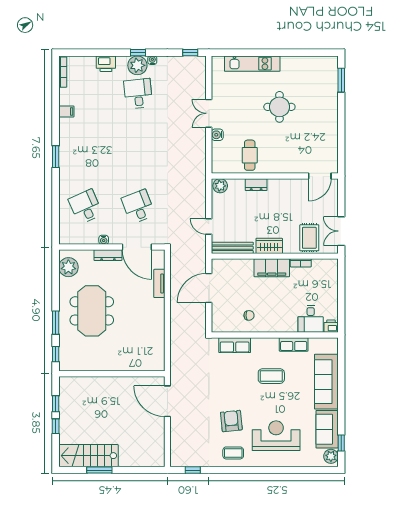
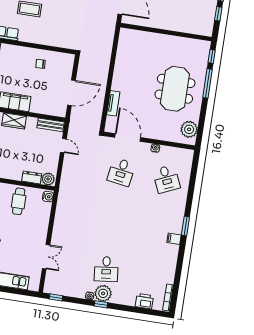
printer: (106, 64) -> (144, 301), moved
filing cabinet: (66, 111) -> (174, 239), moved
double door: (209, 113) -> (46, 257), moved
water cooler: (217, 135) -> (48, 197), moved
dresser: (256, 185) -> (32, 177), moved
desk: (138, 207) -> (121, 172), turned 30
bench: (232, 248) -> (51, 125), width x0.73
dresser: (108, 255) -> (154, 134), removed
window: (56, 323) -> (208, 83), width x1.44
row of seats: (235, 345) -> (57, 40), removed

